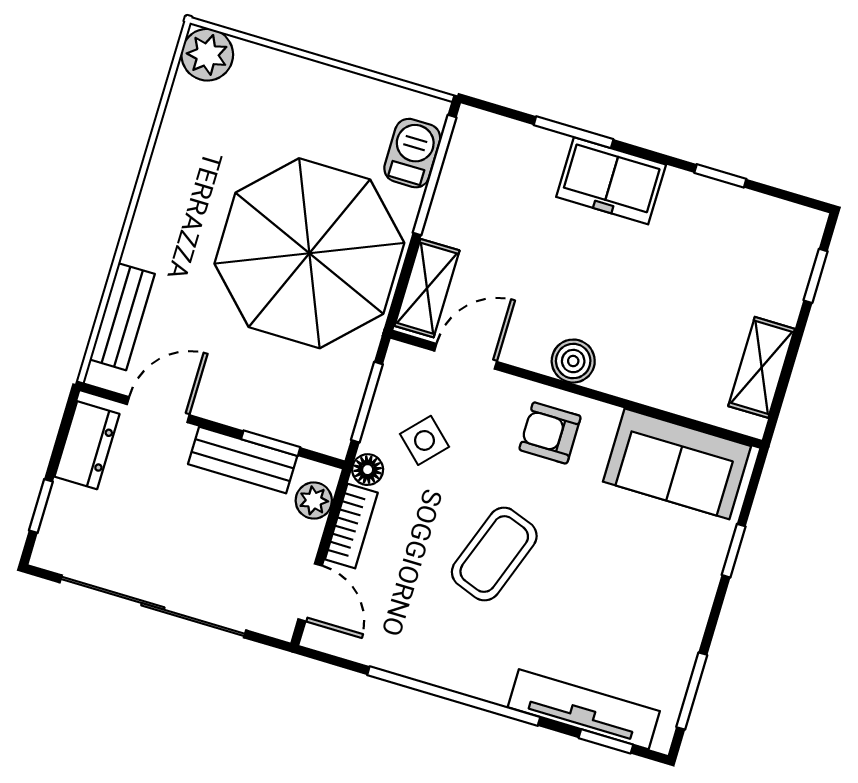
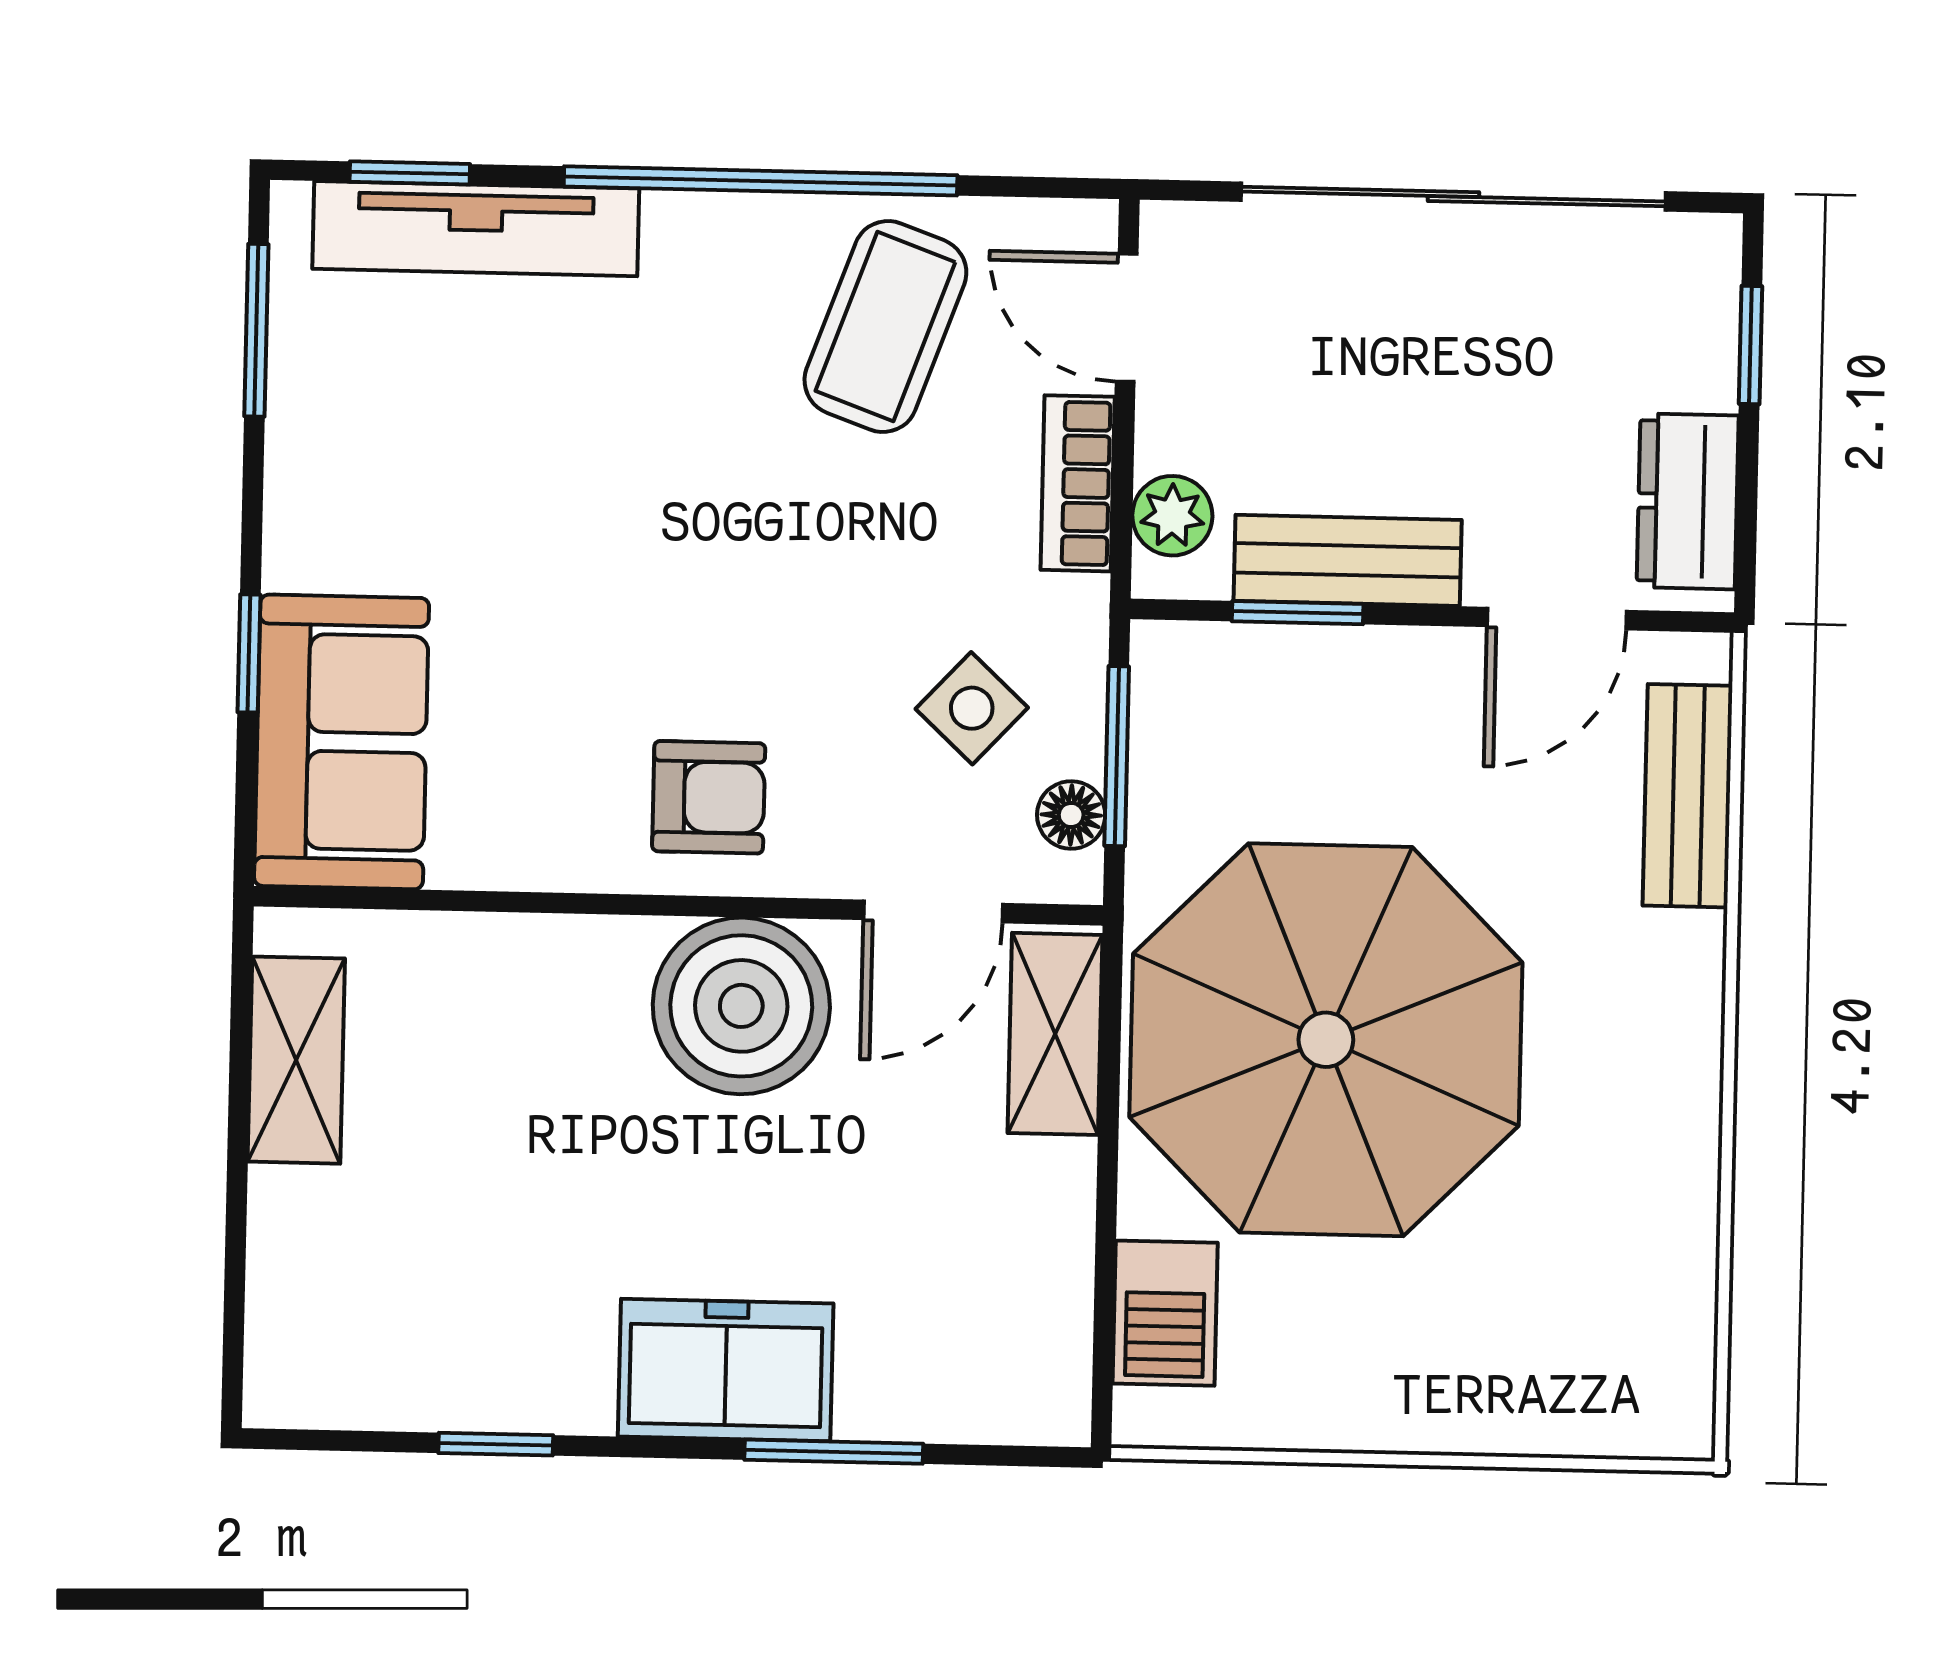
plant: (207, 55) -> (1659, 1403), removed
window: (435, 175) -> (1105, 1279), removed
window: (816, 276) -> (235, 1287), removed
boiler: (573, 361) -> (741, 1006), width x1.86, depth x1.86
sofa: (677, 464) -> (342, 742), moved, turned 90
floor lamp: (368, 470) -> (1071, 815), moved
coffee table: (494, 554) -> (885, 326), moved

